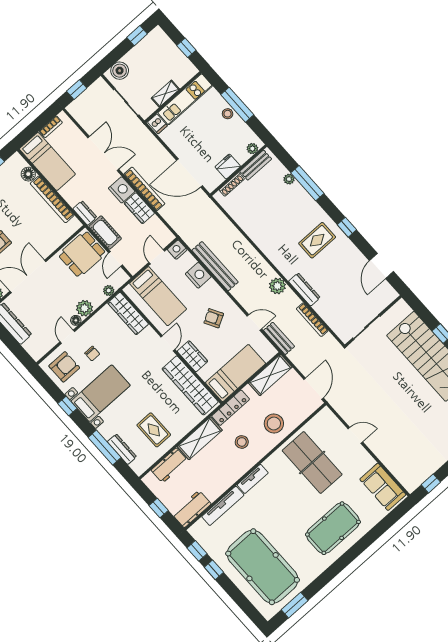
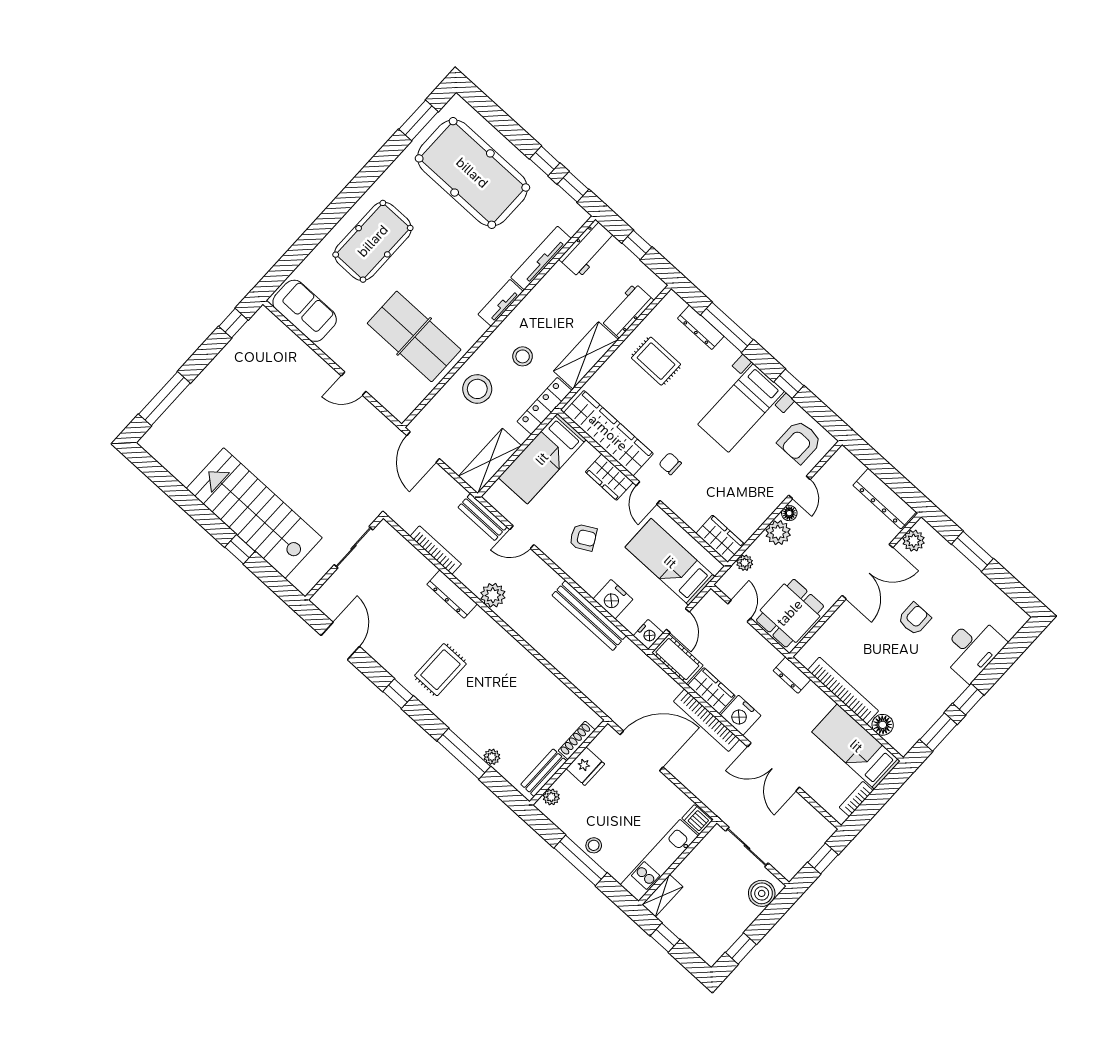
shelving: (165, 94) -> (662, 896), moved
cot: (105, 233) -> (677, 659), moved
wardrobe: (128, 313) -> (720, 539), width x0.67
chair: (92, 354) -> (670, 464), moved

